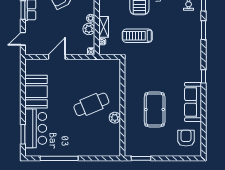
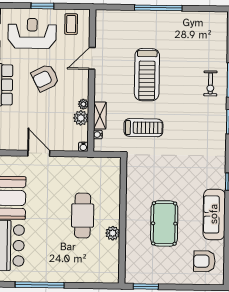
treadmill: (137, 36) -> (143, 128), turned 180
door: (57, 57) -> (39, 153), hinge flipped
cafe table: (91, 104) -> (83, 216), turned -67
armchair: (186, 138) -> (204, 261), turned -90

